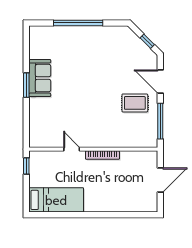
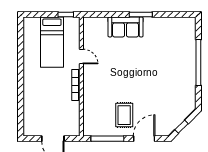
sofa: (40, 78) -> (126, 27), moved
door: (72, 149) -> (81, 57), hinge flipped
bed: (56, 200) -> (52, 42), moved

